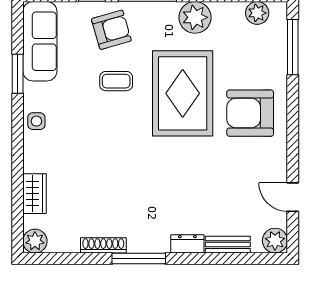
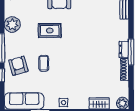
rug: (183, 93) -> (50, 31), width x0.54, depth x0.49
dresser: (187, 244) -> (124, 49), moved

